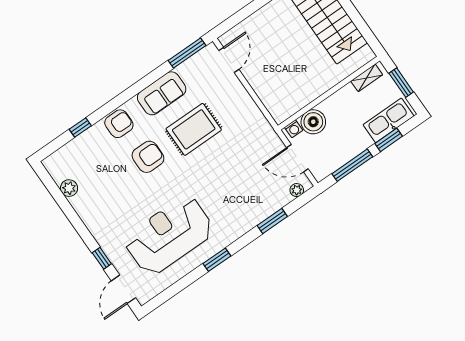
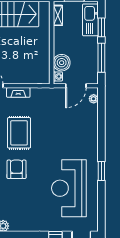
fireplace: (241, 95) -> (18, 92), added
window: (272, 221) -> (101, 125), removed

